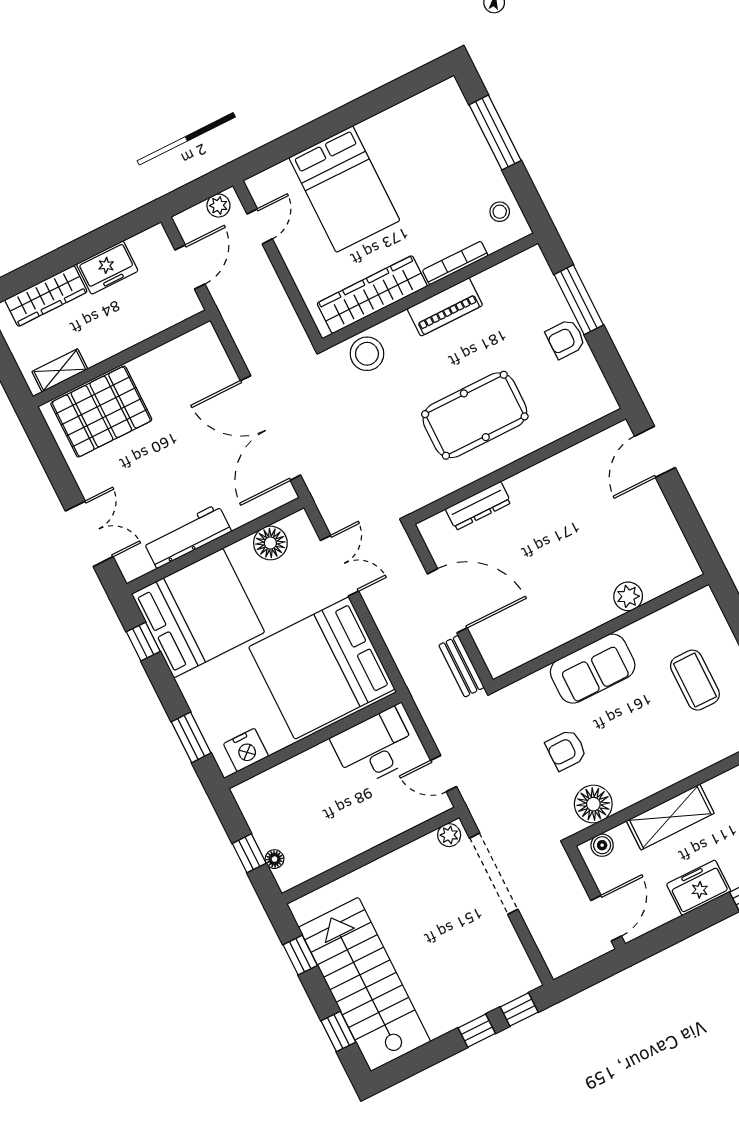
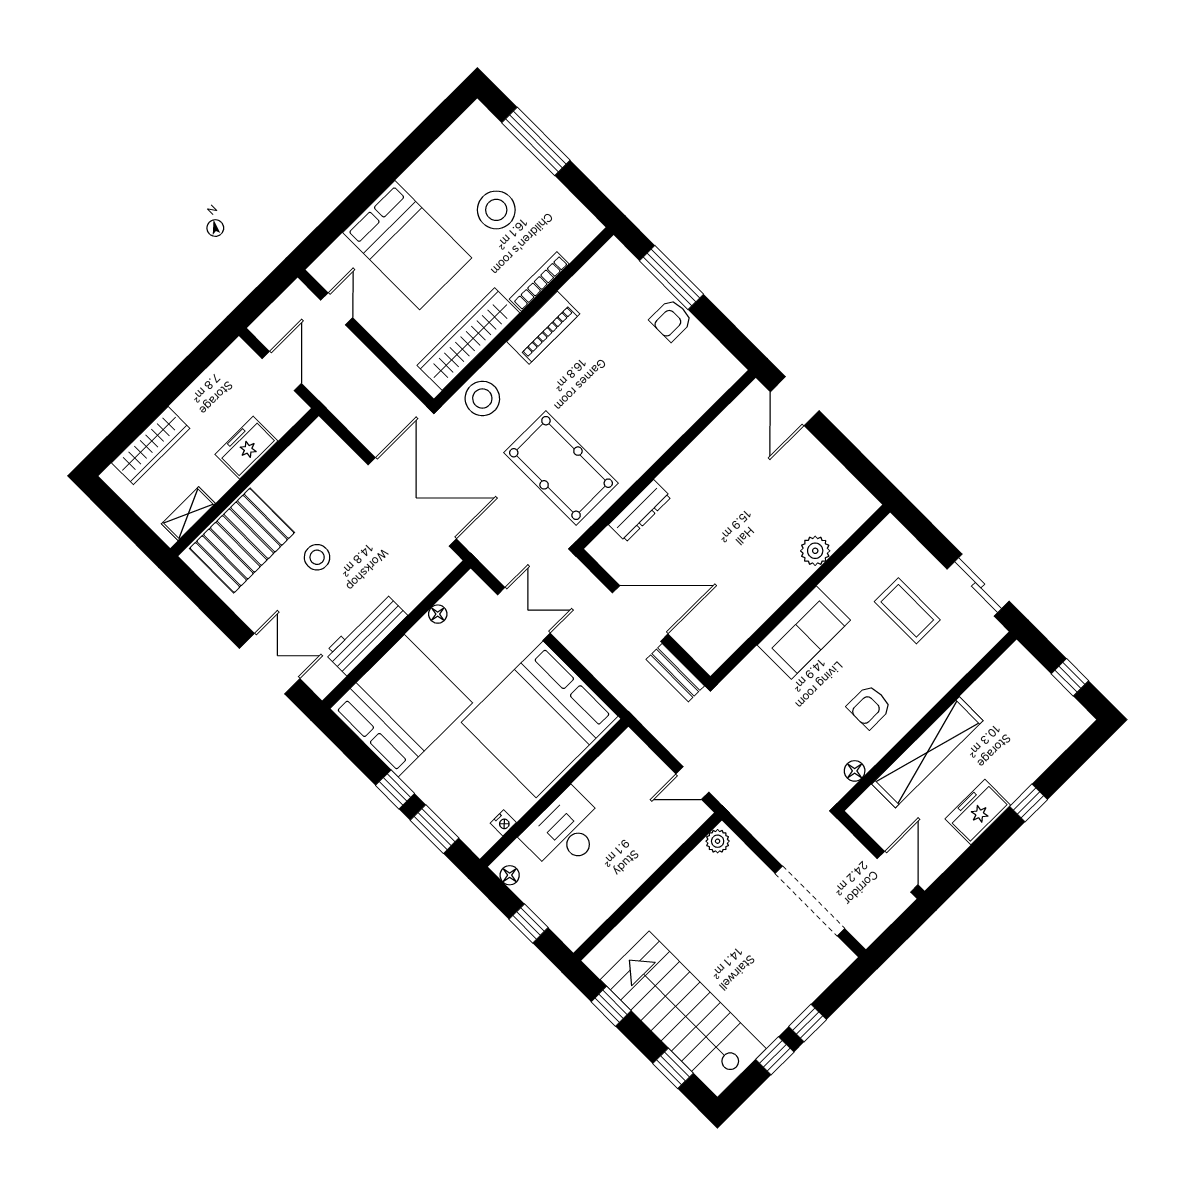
plant: (218, 206) -> (290, 302), removed
stool: (500, 212) -> (496, 210), moved, width x1.89, depth x1.89
freezer: (107, 268) -> (246, 448), moved, turned 180
pool table: (475, 415) -> (561, 468), moved, turned 90
double door: (270, 428) -> (412, 502), swing flipped
stool: (166, 450) -> (317, 557), added
floor lamp: (270, 543) -> (438, 614), width x0.53, depth x0.53
window: (143, 642) -> (395, 789), moved
desk: (374, 748) -> (565, 831), moved
nightstand: (246, 750) -> (503, 823), width x0.53, depth x0.56
armchair: (566, 750) -> (869, 707), moved
floor lamp: (593, 804) -> (855, 771), width x0.53, depth x0.53
shelving: (670, 817) -> (927, 752), width x1.47
boiler: (602, 845) -> (870, 802), removed
floor lamp: (275, 859) -> (510, 875), moved
doorway: (494, 874) -> (810, 901), moved
window: (519, 1009) -> (775, 1056), moved

